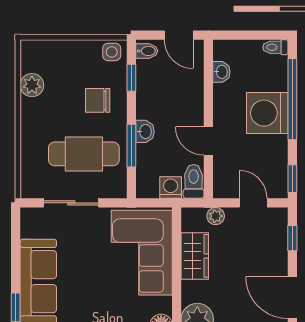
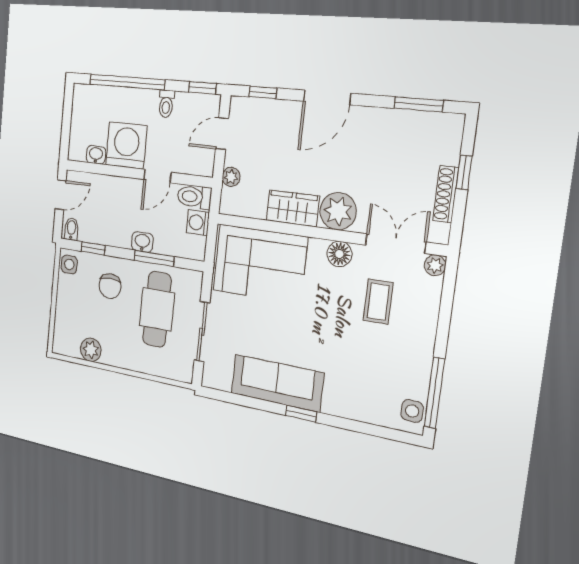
toilet: (275, 47) -> (166, 104), moved
washing machine: (267, 113) -> (126, 145), moved, turned 180
wardrobe: (195, 256) -> (293, 208), moved

